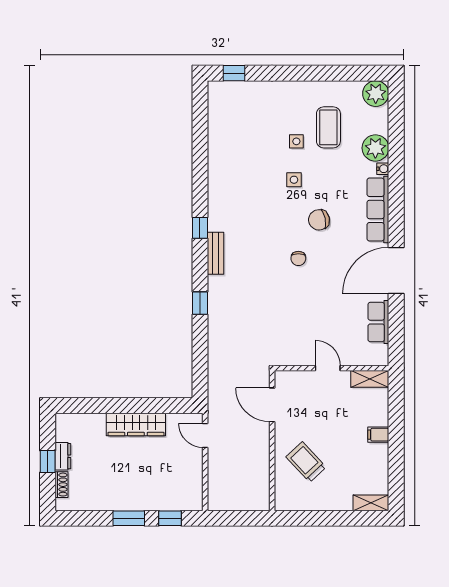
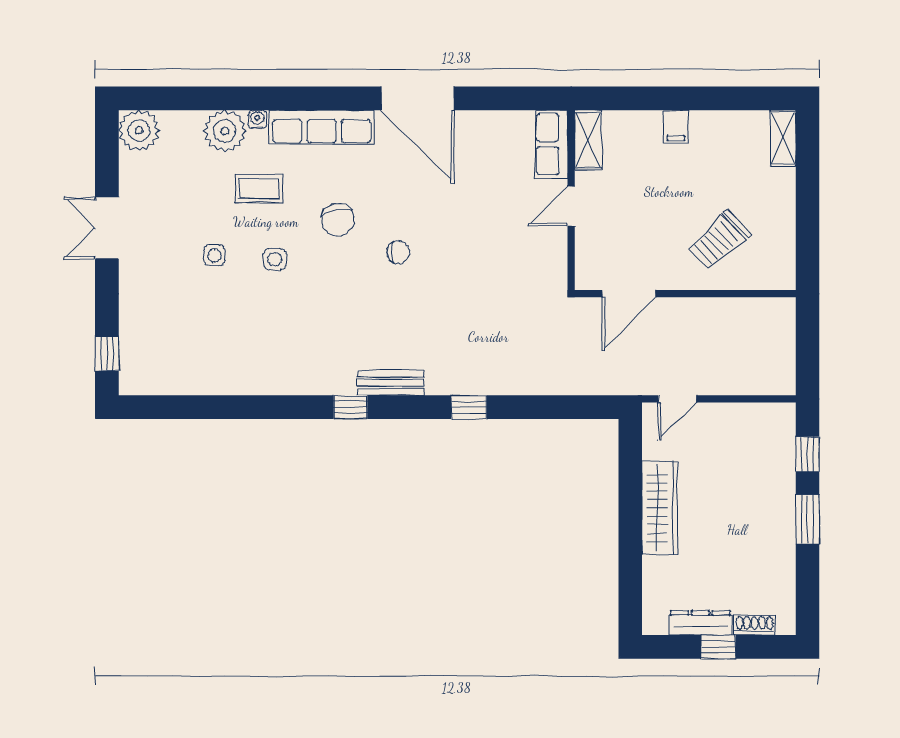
double door: (314, 73) -> (107, 228), added
coffee table: (328, 127) -> (259, 189), moved, width x0.73, depth x0.77
row of seats: (378, 322) -> (551, 144), moved, turned 90
dresser: (63, 456) -> (700, 623), width x1.44

